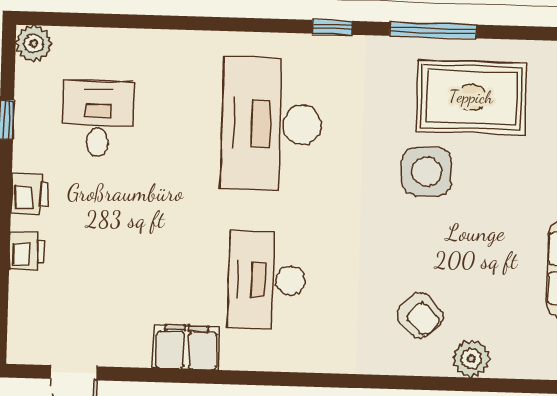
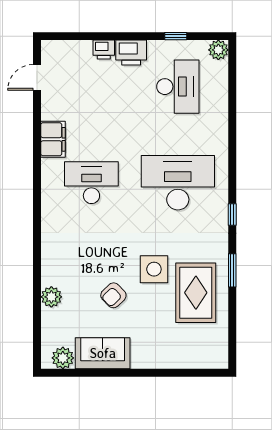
window: (433, 30) -> (232, 270), width x0.69
desk: (98, 119) -> (178, 87), width x1.37
printer: (30, 194) -> (131, 53), width x1.36, depth x1.24
armchair: (420, 315) -> (113, 295), moved

